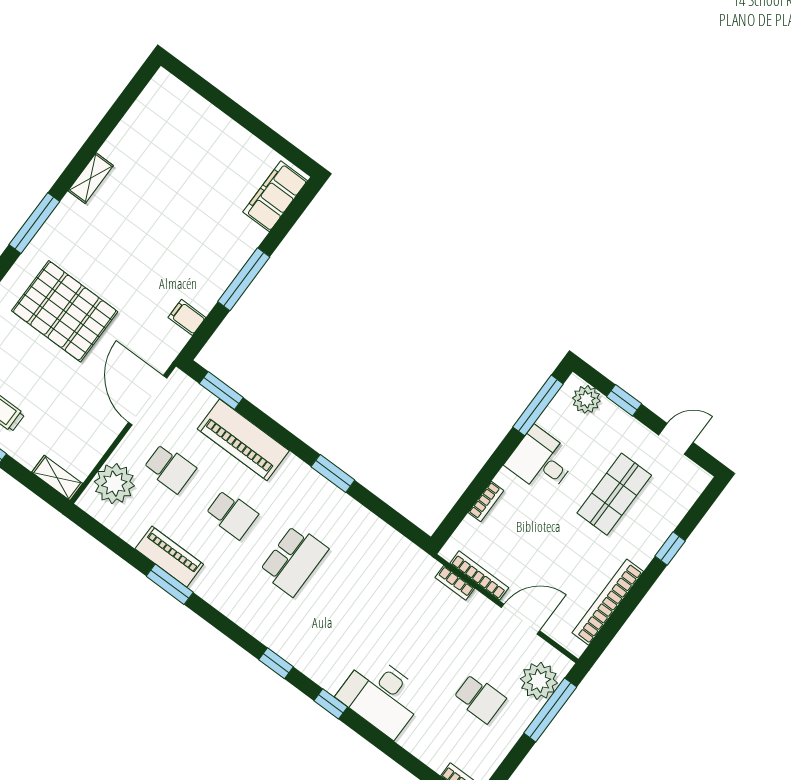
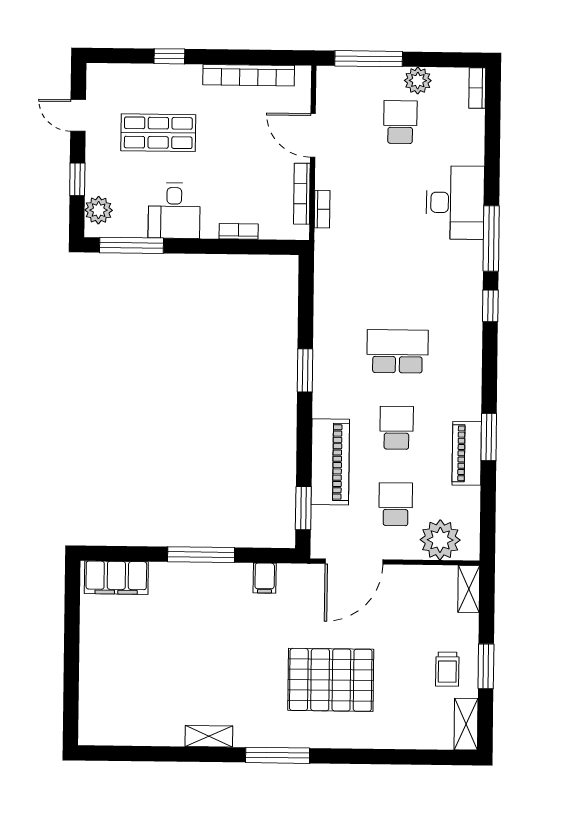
pallet: (65, 311) -> (331, 680), turned 90
plant: (539, 681) -> (418, 81), moved, width x0.73, depth x0.73
window: (331, 704) -> (491, 238), width x2.17

